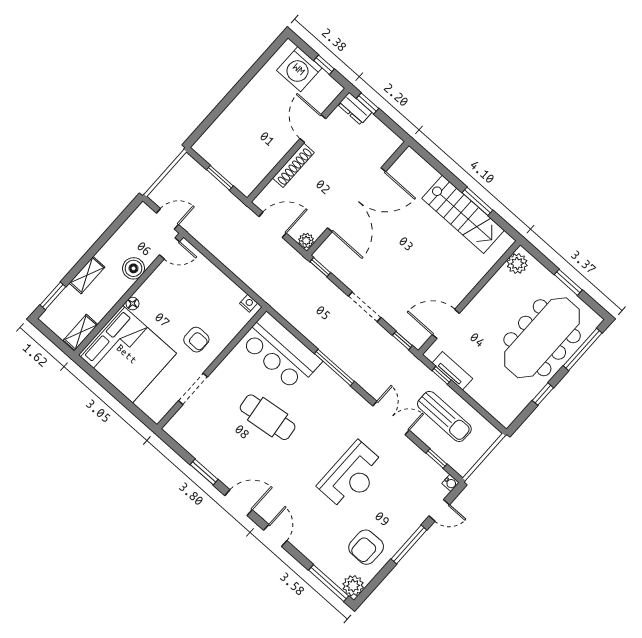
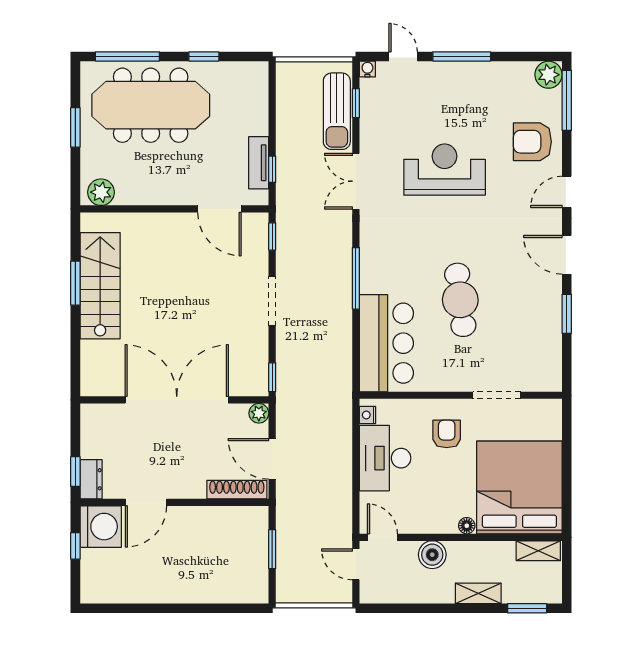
washing machine: (299, 69) -> (101, 527), moved
shoe rack: (293, 165) -> (237, 490), moved
desk: (214, 291) -> (385, 458), added
sun lounger: (444, 416) -> (337, 111), moved, turned 180
armchair: (366, 547) -> (532, 142), moved, turned 180

